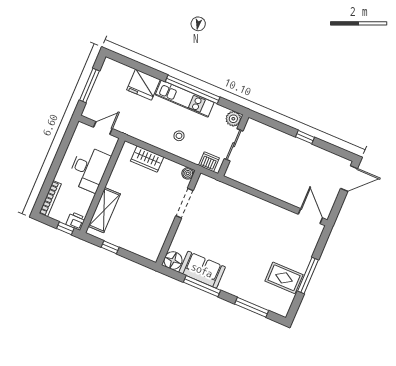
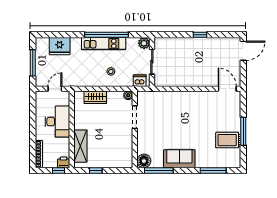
fridge: (144, 85) -> (60, 46), moved
sofa: (202, 270) -> (179, 159), moved
window: (202, 286) -> (159, 170), moved

